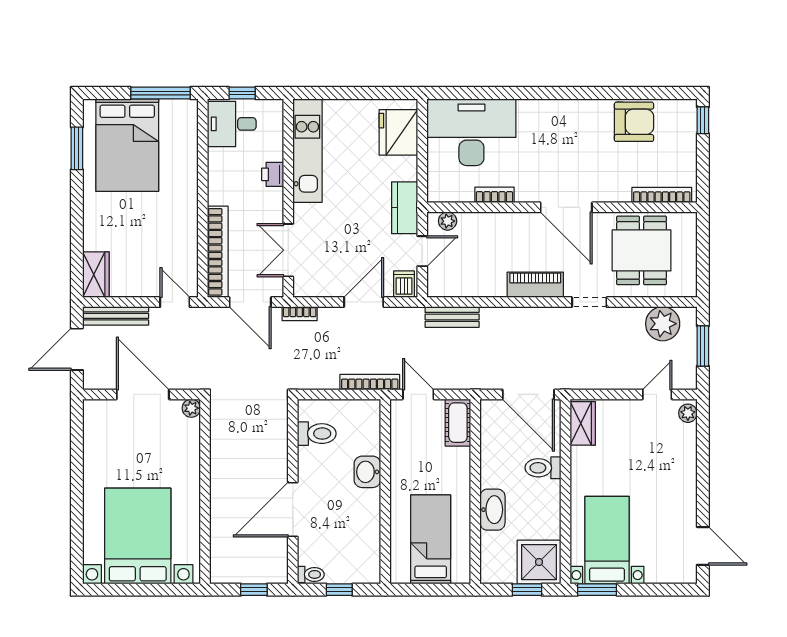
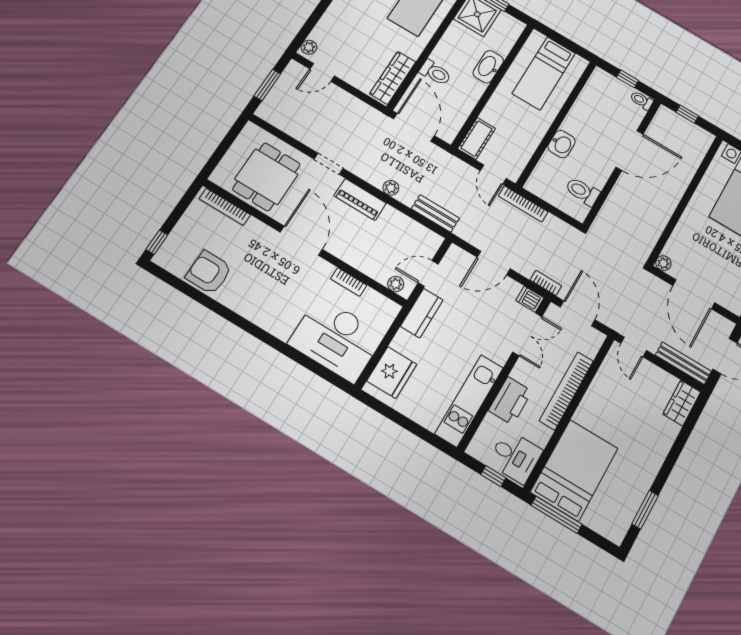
bed: (127, 145) -> (574, 470), moved
printer: (273, 174) -> (510, 401), width x1.87, depth x1.48
bookcase: (218, 252) -> (566, 391), moved
dishwasher: (404, 284) -> (530, 299), moved, turned 90
plant: (663, 324) -> (391, 188), moved, width x0.53, depth x0.53
wardrobe: (583, 423) -> (393, 78), width x1.50

